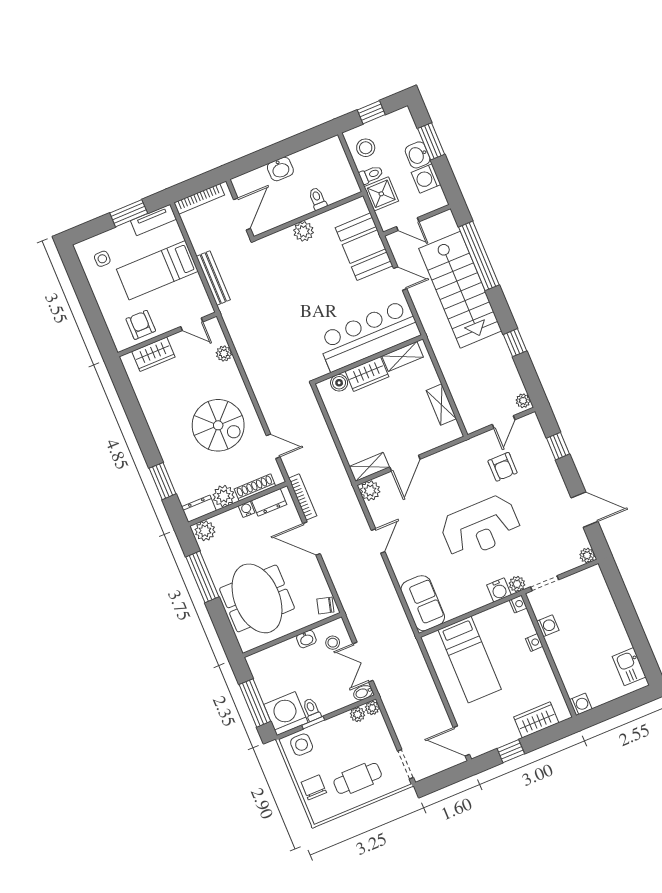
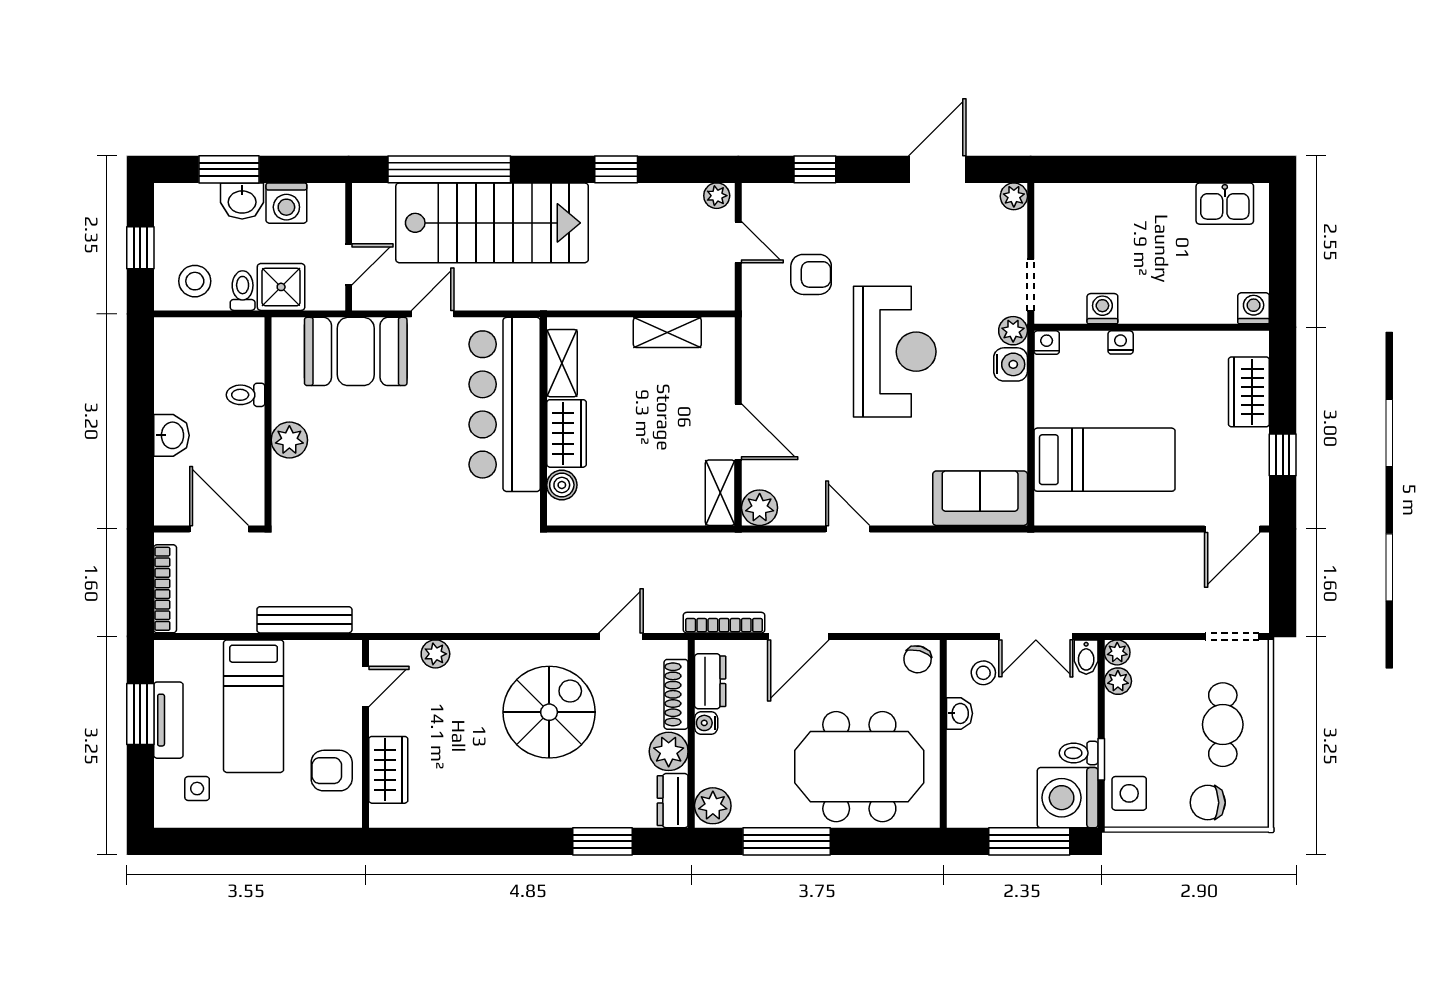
tv unit: (153, 220) -> (168, 720), moved

